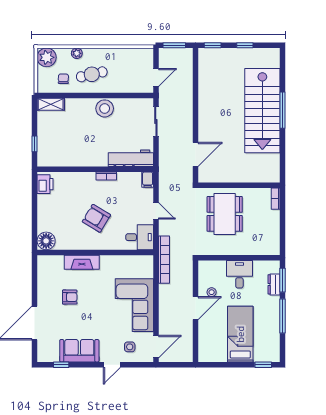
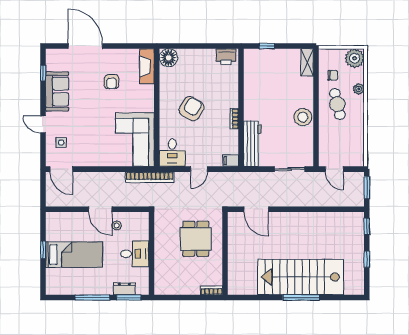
dining table: (225, 214) -> (196, 239), width x0.73
fireplace: (82, 262) -> (147, 66), moved
corner sofa: (134, 305) -> (135, 140), moved, turned -90
window: (263, 365) -> (43, 250), moved

